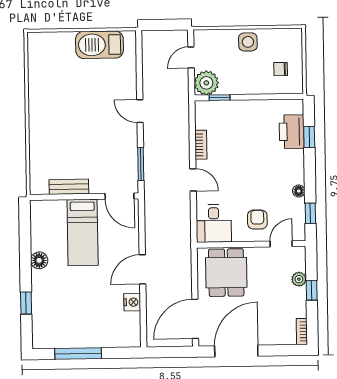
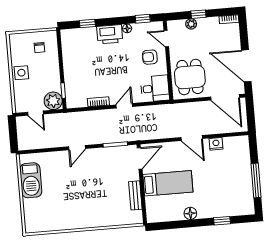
printer: (292, 132) -> (110, 34), moved
dining table: (226, 273) -> (190, 77), turned 90

